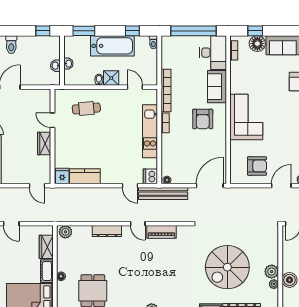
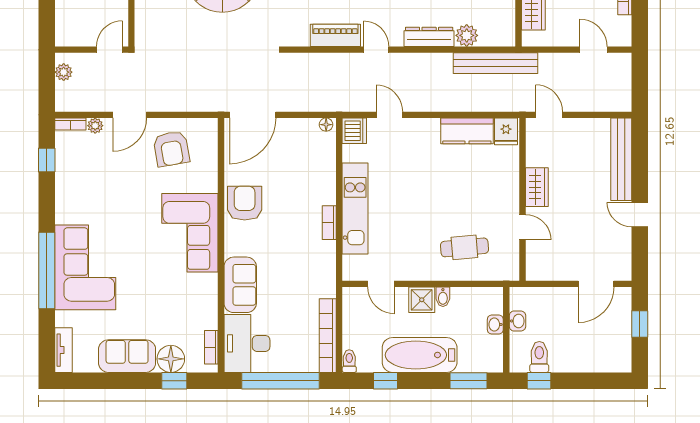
toilet: (11, 45) -> (539, 357), moved
bookcase: (166, 91) -> (328, 336), moved
armchair: (203, 119) -> (245, 203), moved
armchair: (257, 166) -> (171, 149), turned -100
bench: (163, 194) -> (495, 63), moved
plant: (65, 232) -> (467, 35), moved

